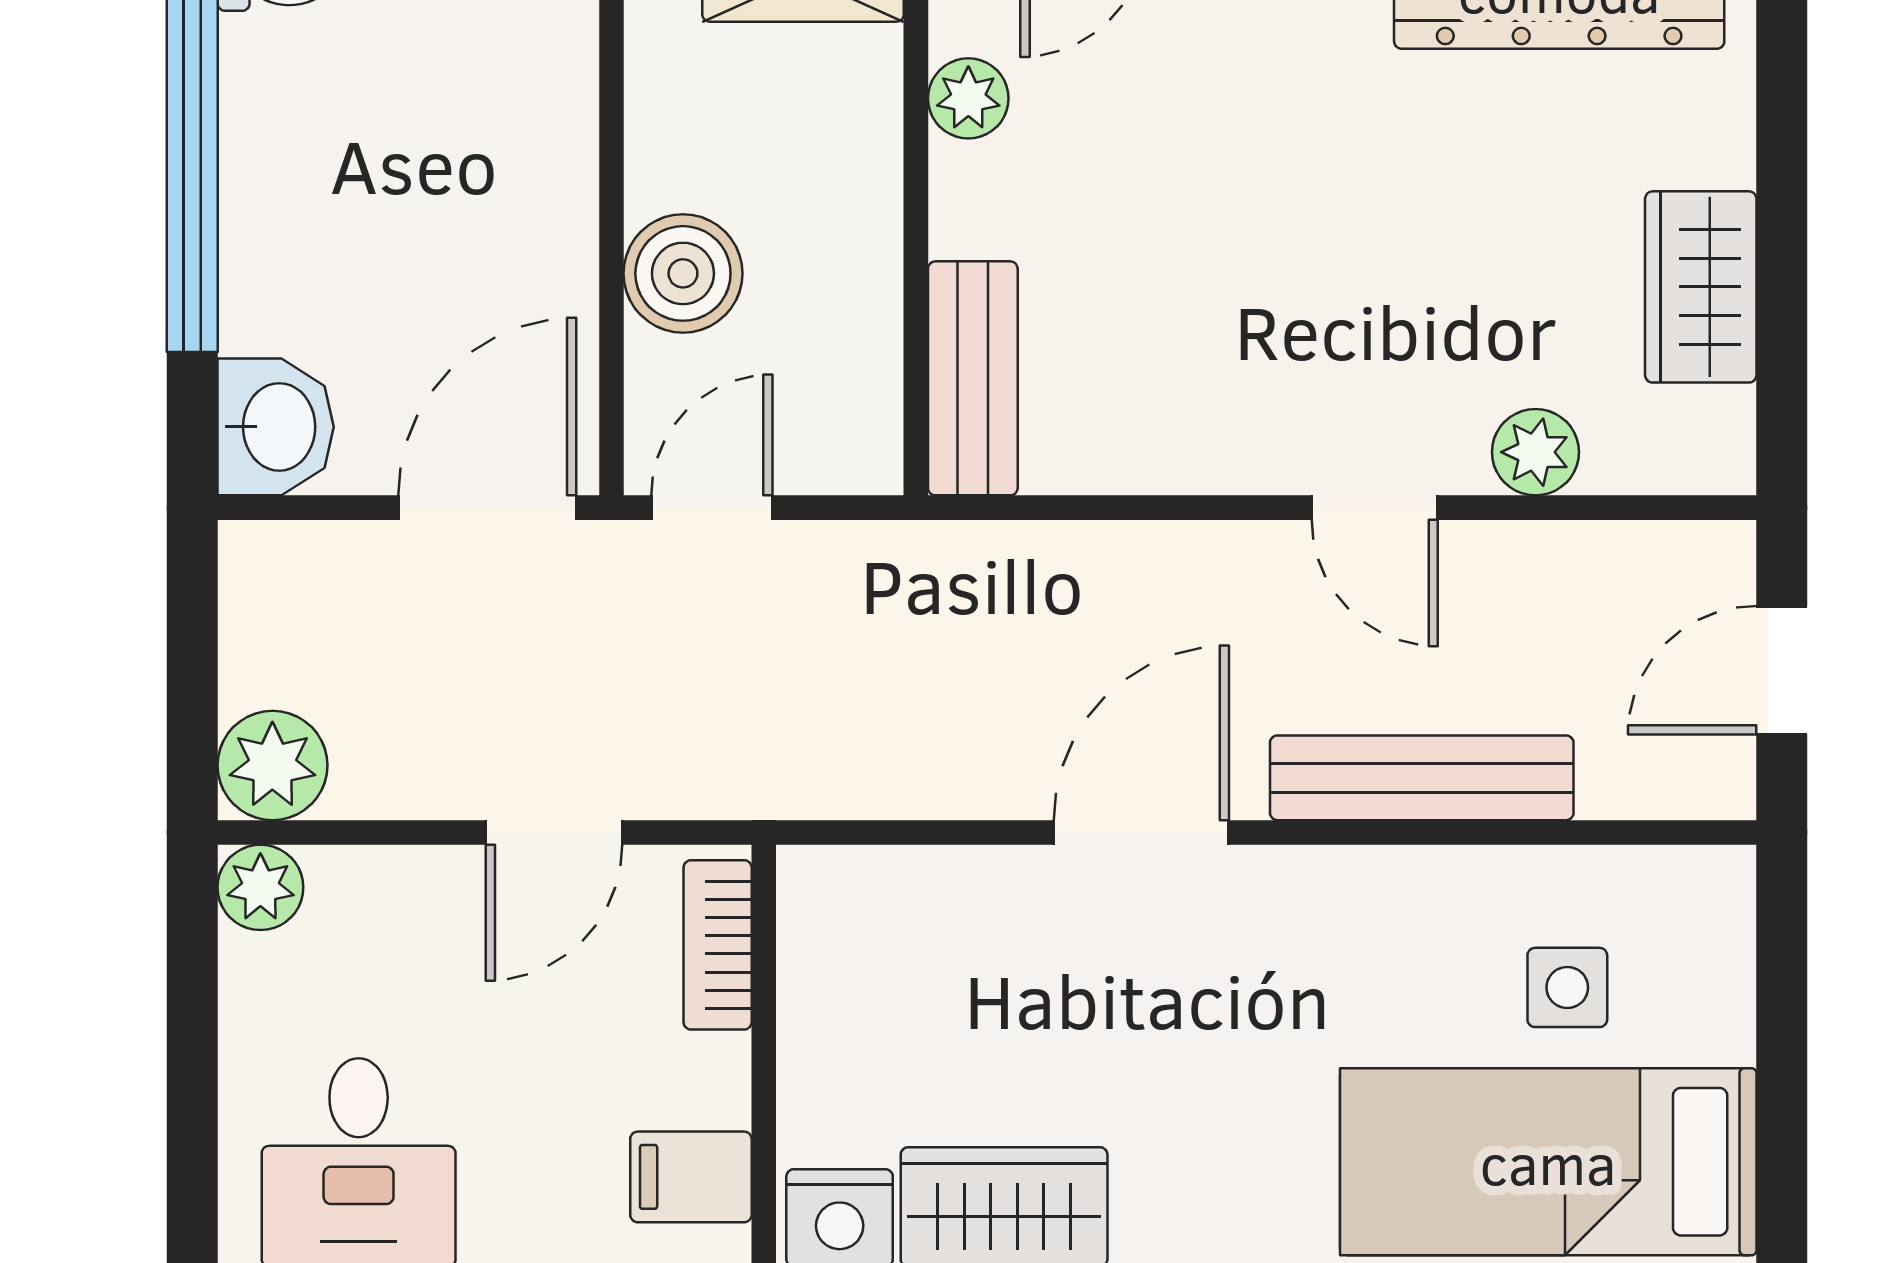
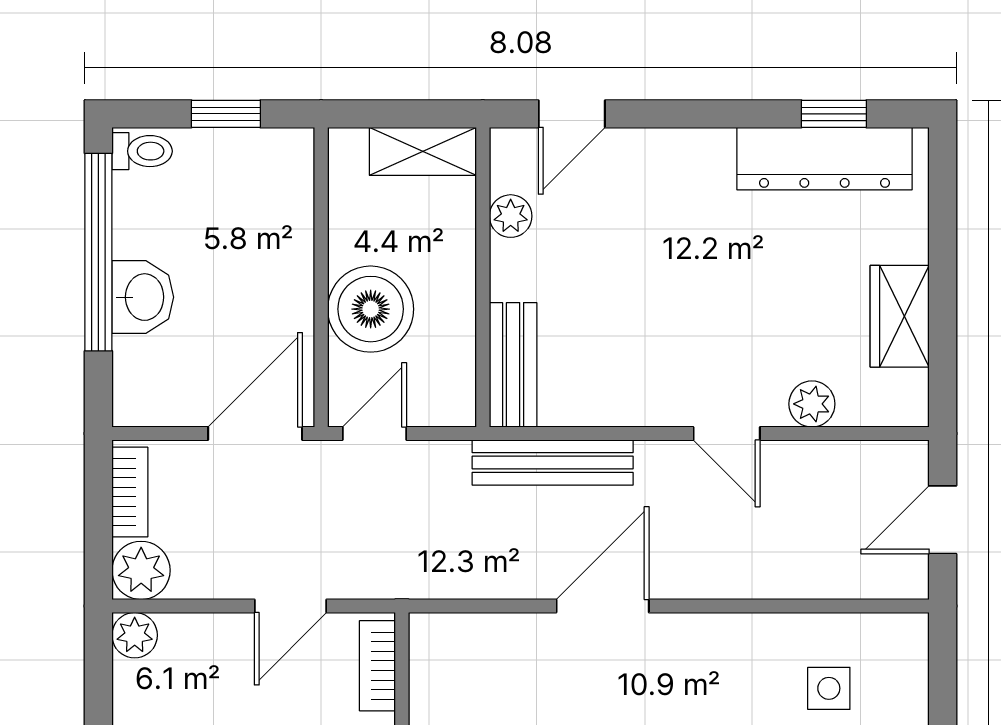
boiler: (683, 273) -> (371, 309), width x1.37, depth x1.37
washbasin: (276, 427) -> (143, 297), moved
bookcase: (251, 618) -> (130, 492), added
bench: (1422, 778) -> (553, 463), moved

